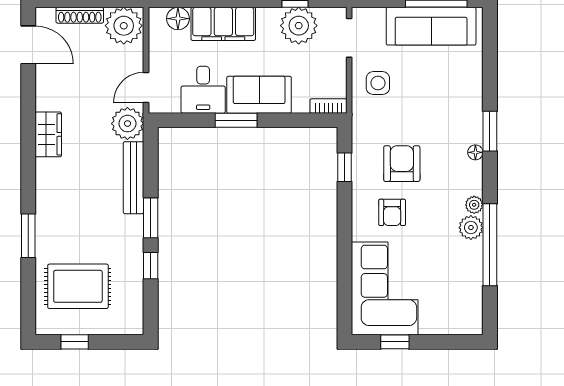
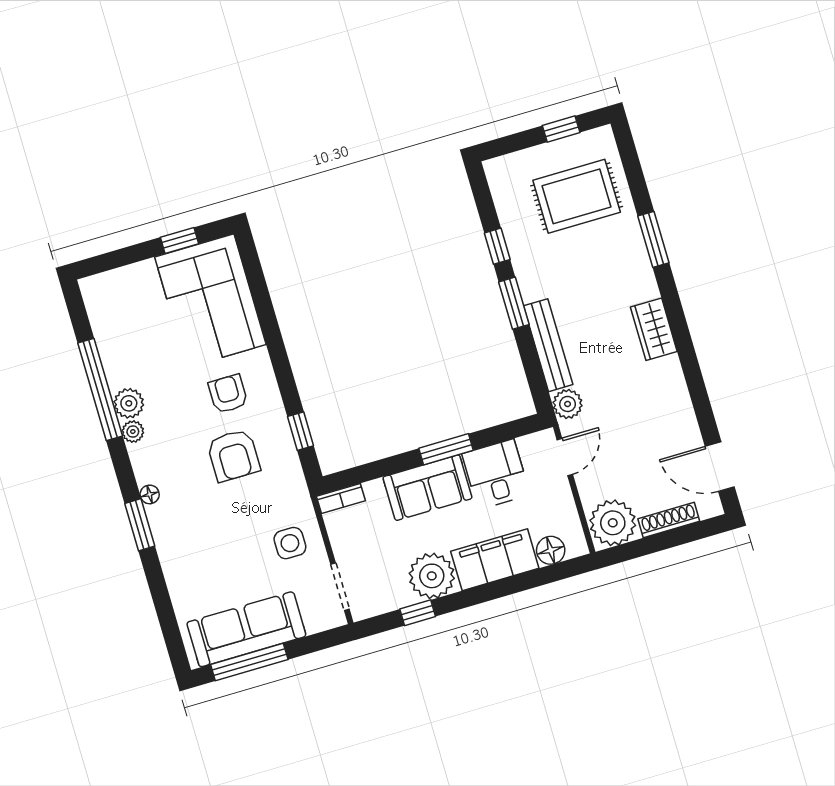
plant: (299, 26) -> (432, 576), moved
plant: (127, 124) -> (568, 404), width x0.73, depth x0.73
wardrobe: (48, 134) -> (654, 329), moved

